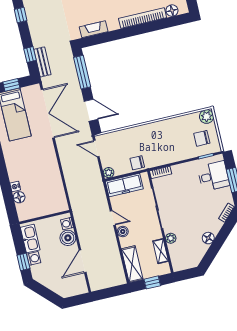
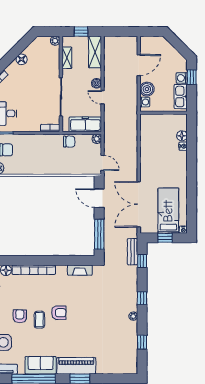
plant: (171, 238) -> (55, 41), moved

